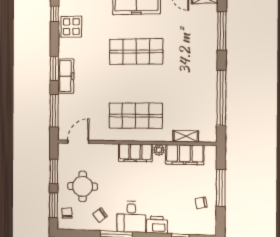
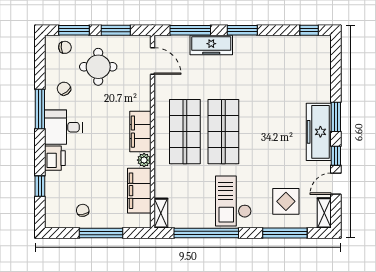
display table: (71, 27) -> (286, 201), moved
shop shelf: (136, 52) -> (223, 132), moved
checkout: (194, 75) -> (233, 201), added
freezer: (66, 76) -> (211, 45), moved
shelving: (186, 136) -> (161, 213), moved

